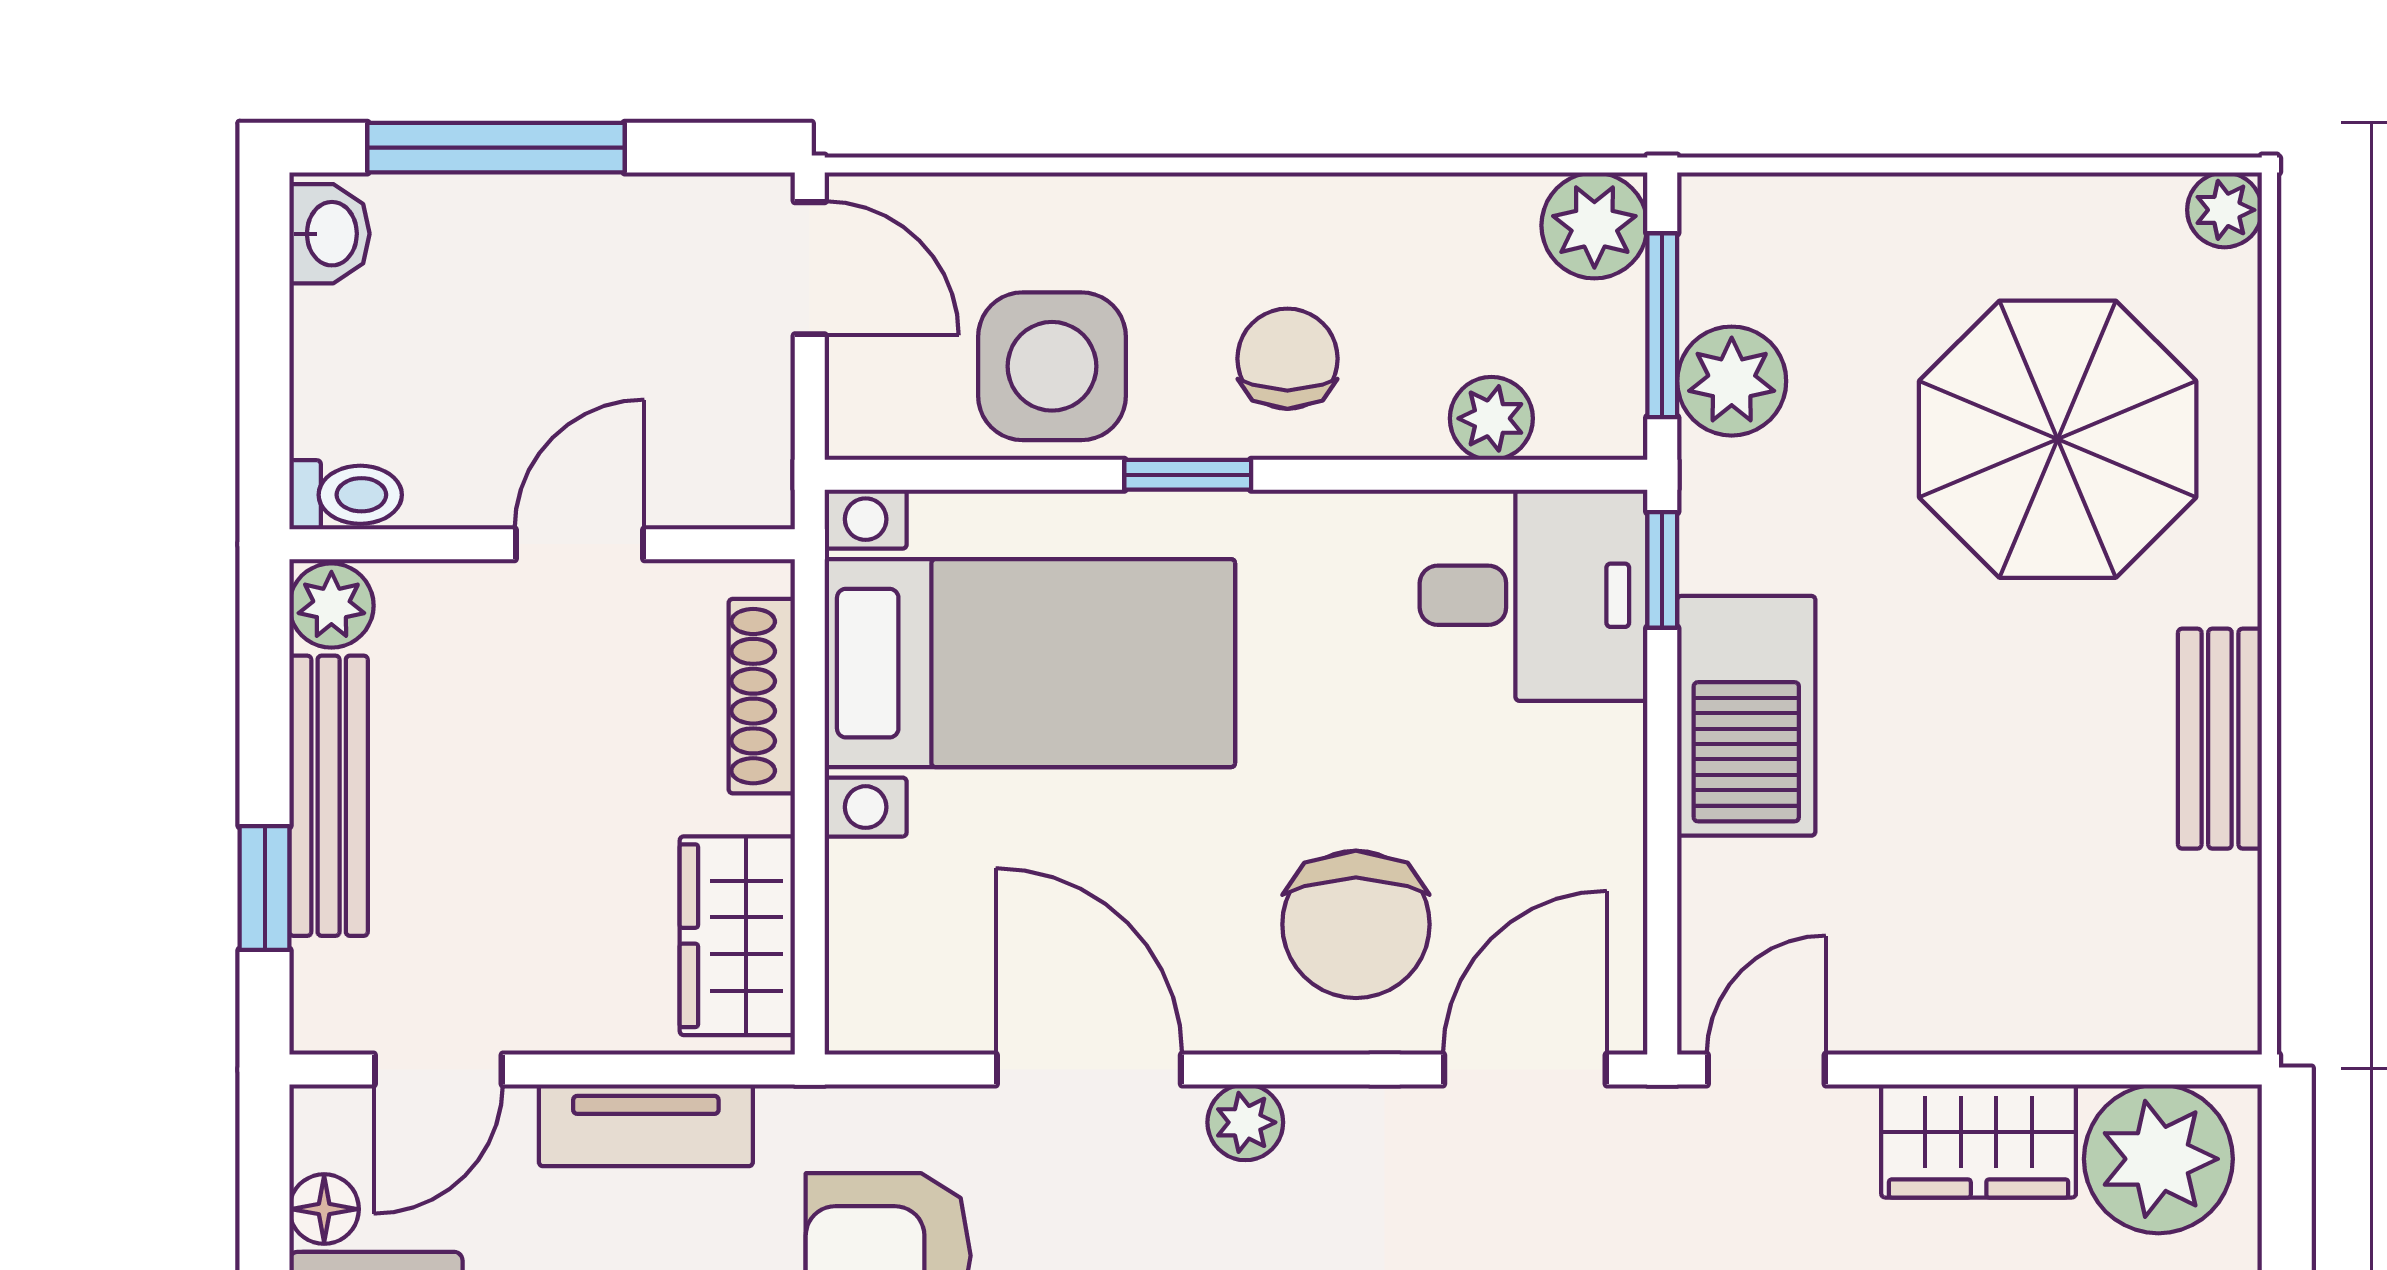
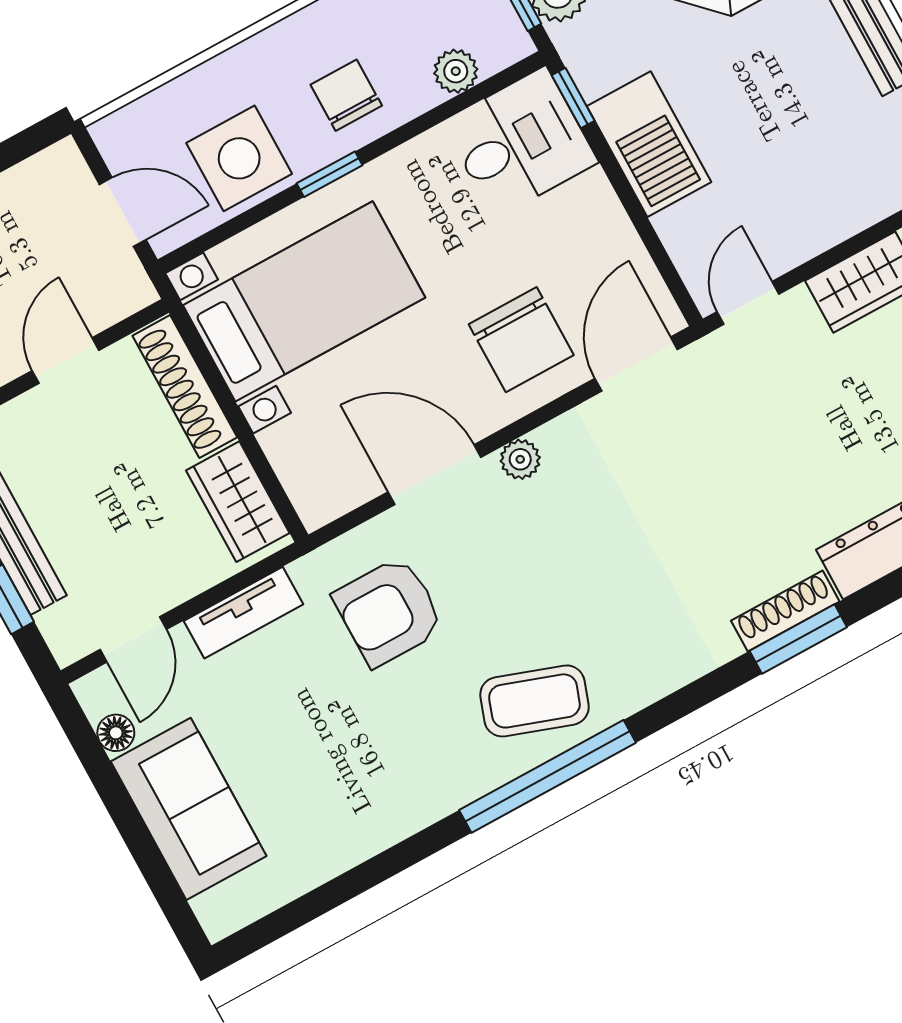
door: (810, 268) -> (123, 212), moved
shoe rack: (762, 696) -> (185, 387), width x1.36, depth x1.24

